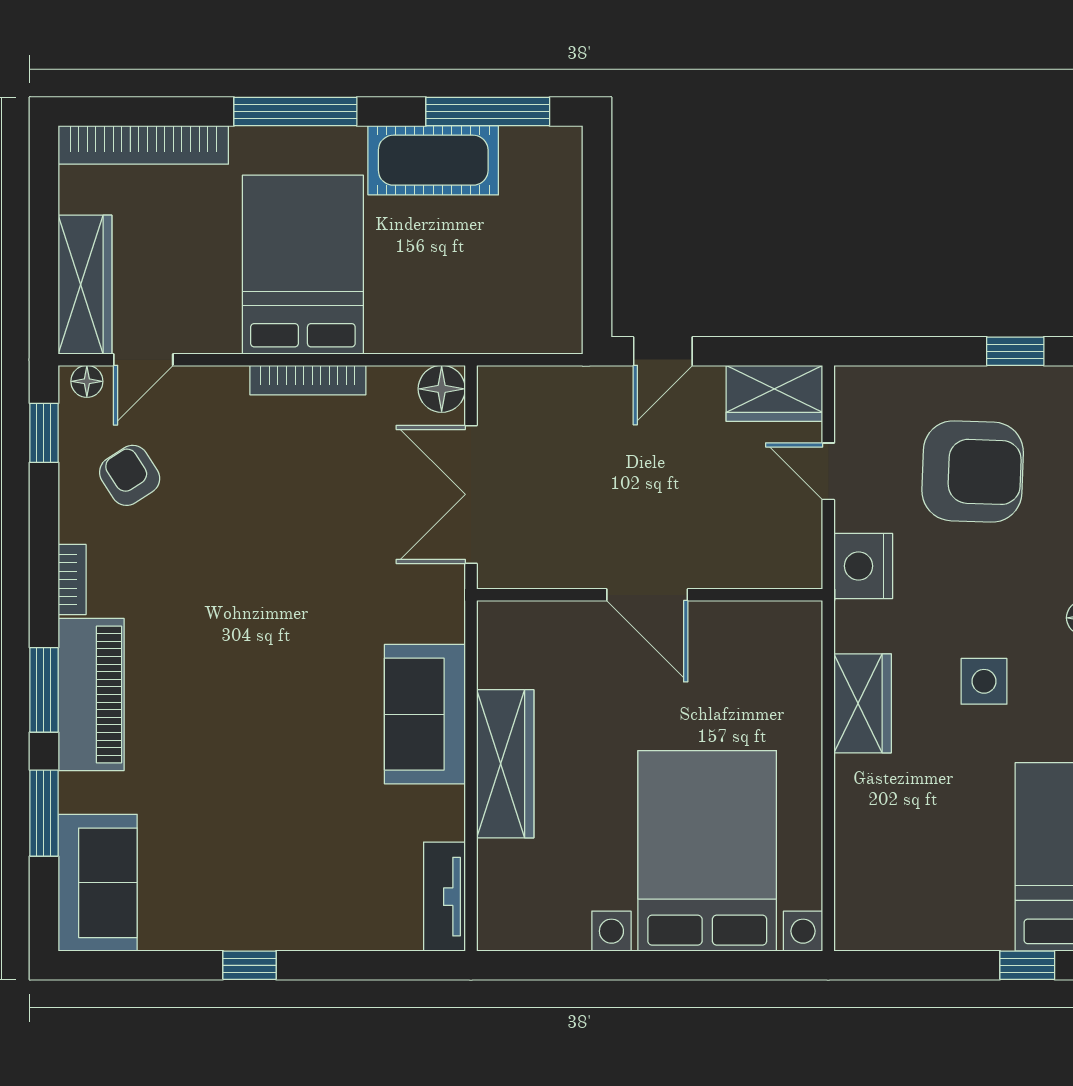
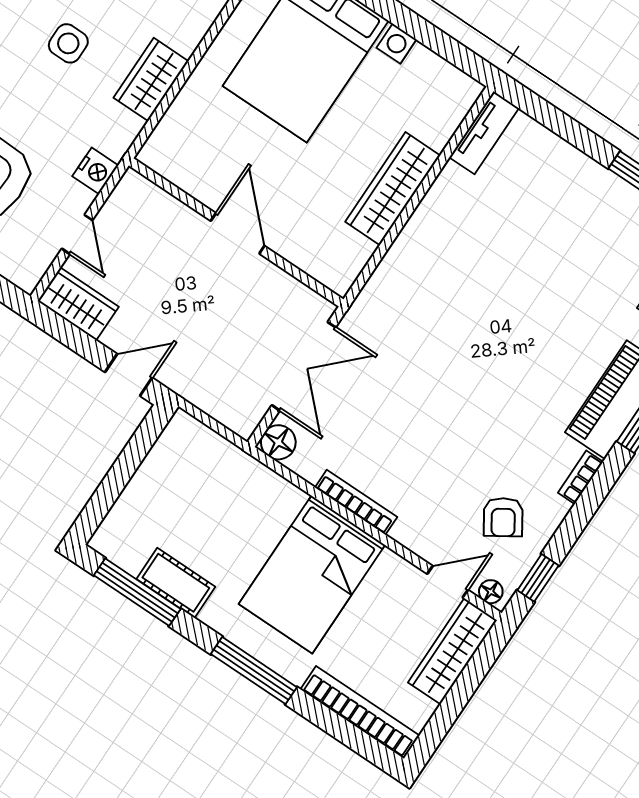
cot: (433, 160) -> (176, 583), width x0.73, depth x0.75
nightstand: (863, 566) -> (95, 171), width x0.74, depth x0.75
sofa: (425, 714) -> (421, 252), removed

